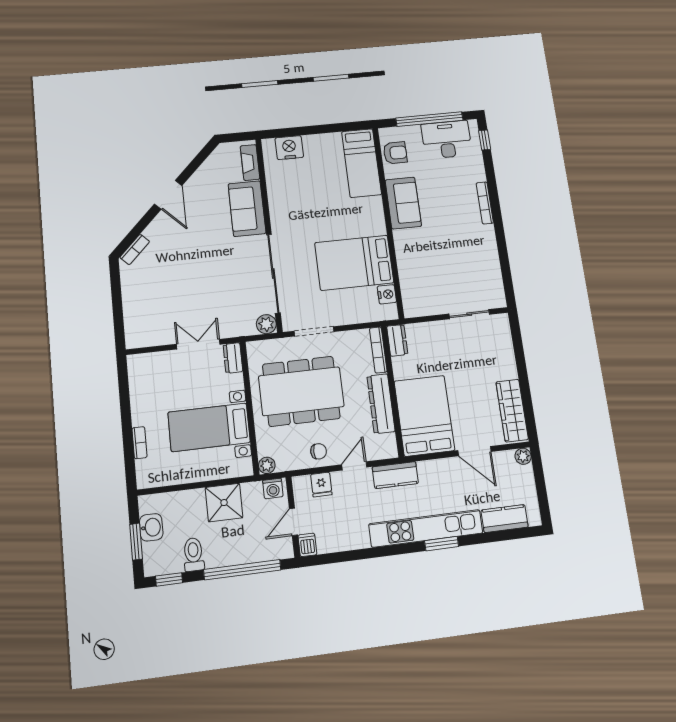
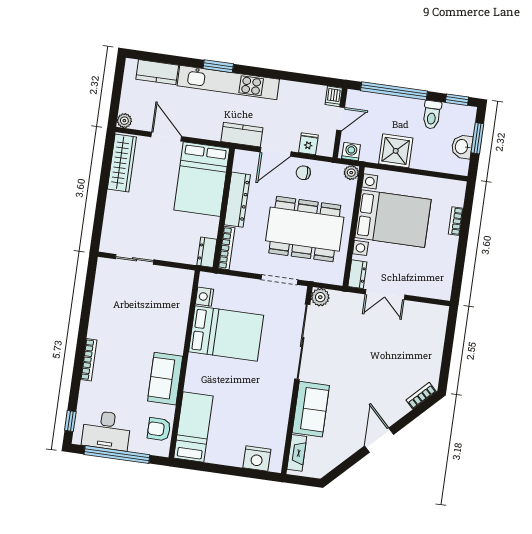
bed with nightstands: (209, 427) -> (393, 219), width x1.36
door: (354, 466) -> (276, 152), width x1.38

